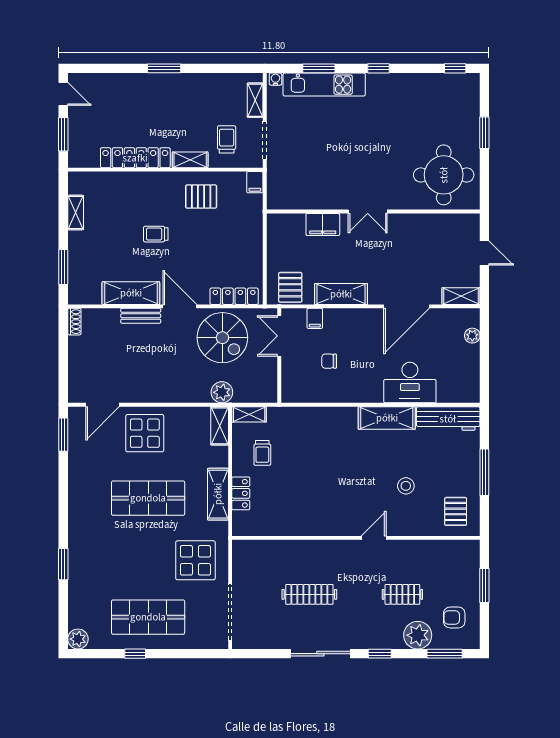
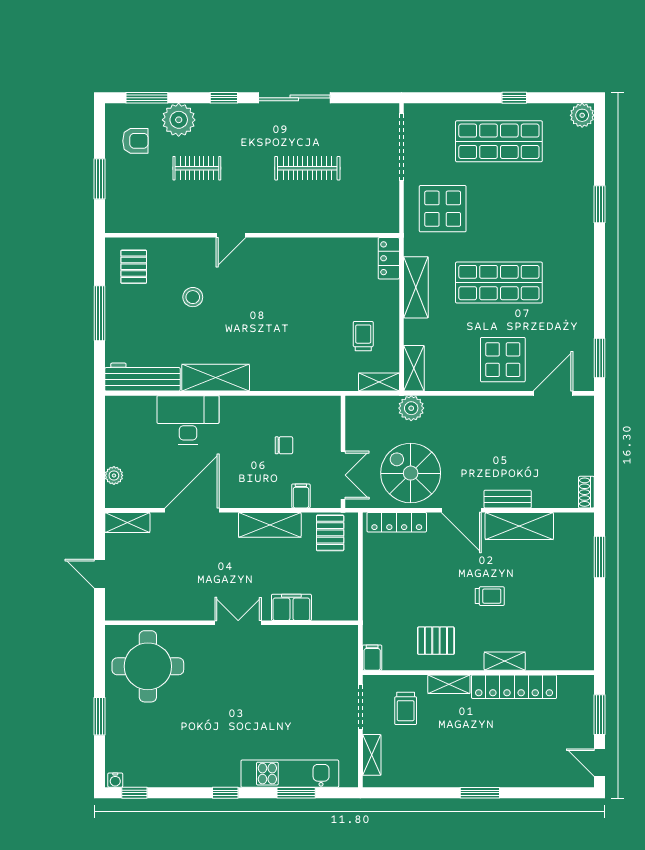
water cooler: (275, 79) -> (115, 780), moved
shelving: (76, 213) -> (505, 661), moved, turned 90
locker: (241, 493) -> (389, 258), moved

